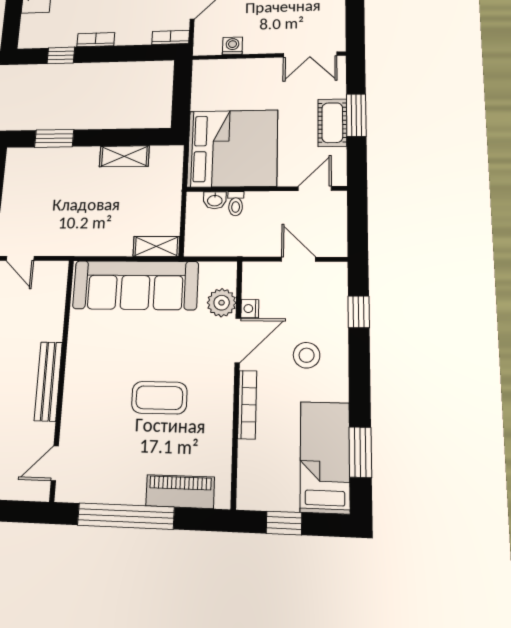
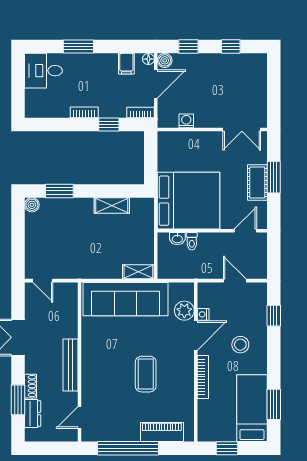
window: (61, 55) -> (109, 125), moved
boiler: (16, 157) -> (32, 205), added
coffee table: (159, 398) -> (146, 374), turned 90

